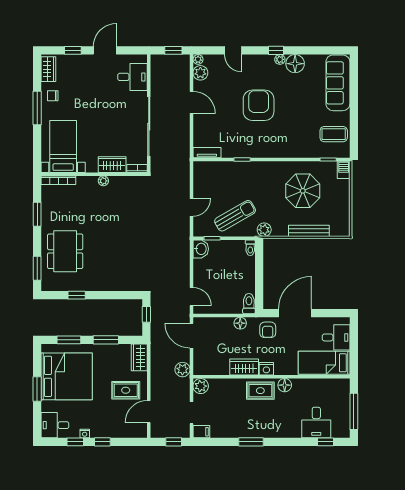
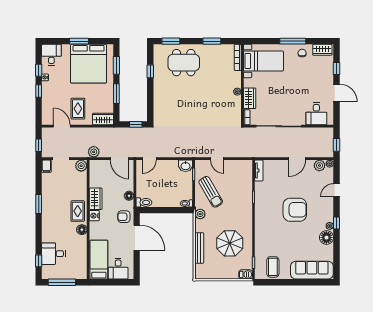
door: (191, 336) -> (120, 159), swing flipped

